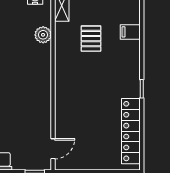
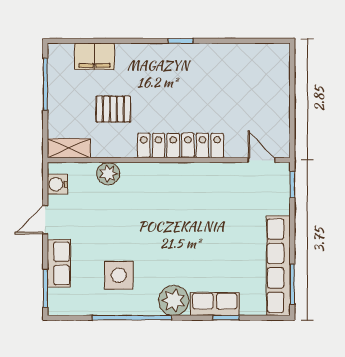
filing cabinet: (130, 32) -> (94, 56), width x2.00
locker: (131, 131) -> (181, 146), moved, turned 180

